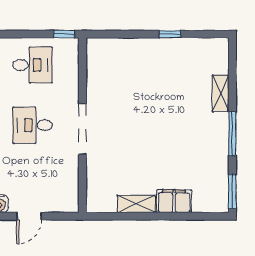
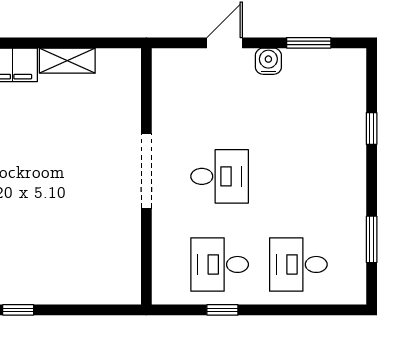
window: (64, 34) -> (222, 310), moved

